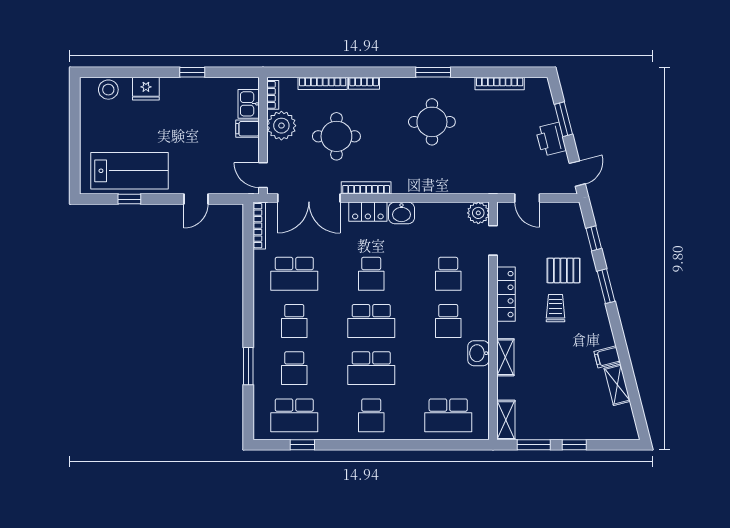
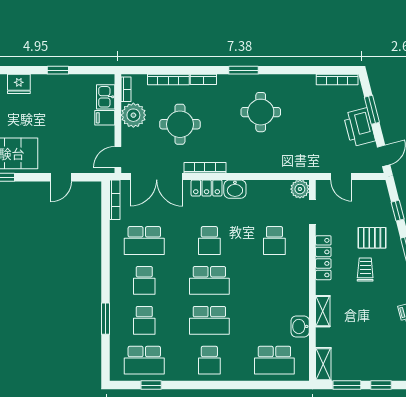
window: (433, 72) -> (244, 70), moved
bookcase: (500, 83) -> (337, 80), moved
printer: (551, 139) -> (359, 127), width x1.37, depth x1.19
door: (263, 175) -> (118, 157), hinge flipped
school desk: (448, 321) -> (274, 280), removed
washbasin: (478, 353) -> (300, 326), moved

